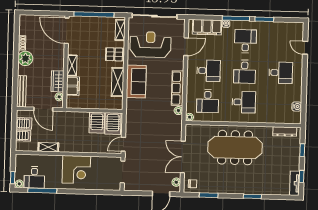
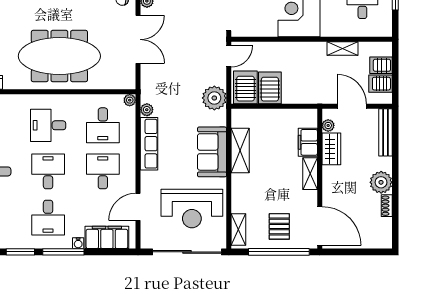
pallet: (114, 54) -> (279, 226), moved, turned 90
desk: (208, 71) -> (103, 171), turned 90
desk: (208, 101) -> (103, 125), turned 180
plant: (134, 117) -> (214, 98), added

